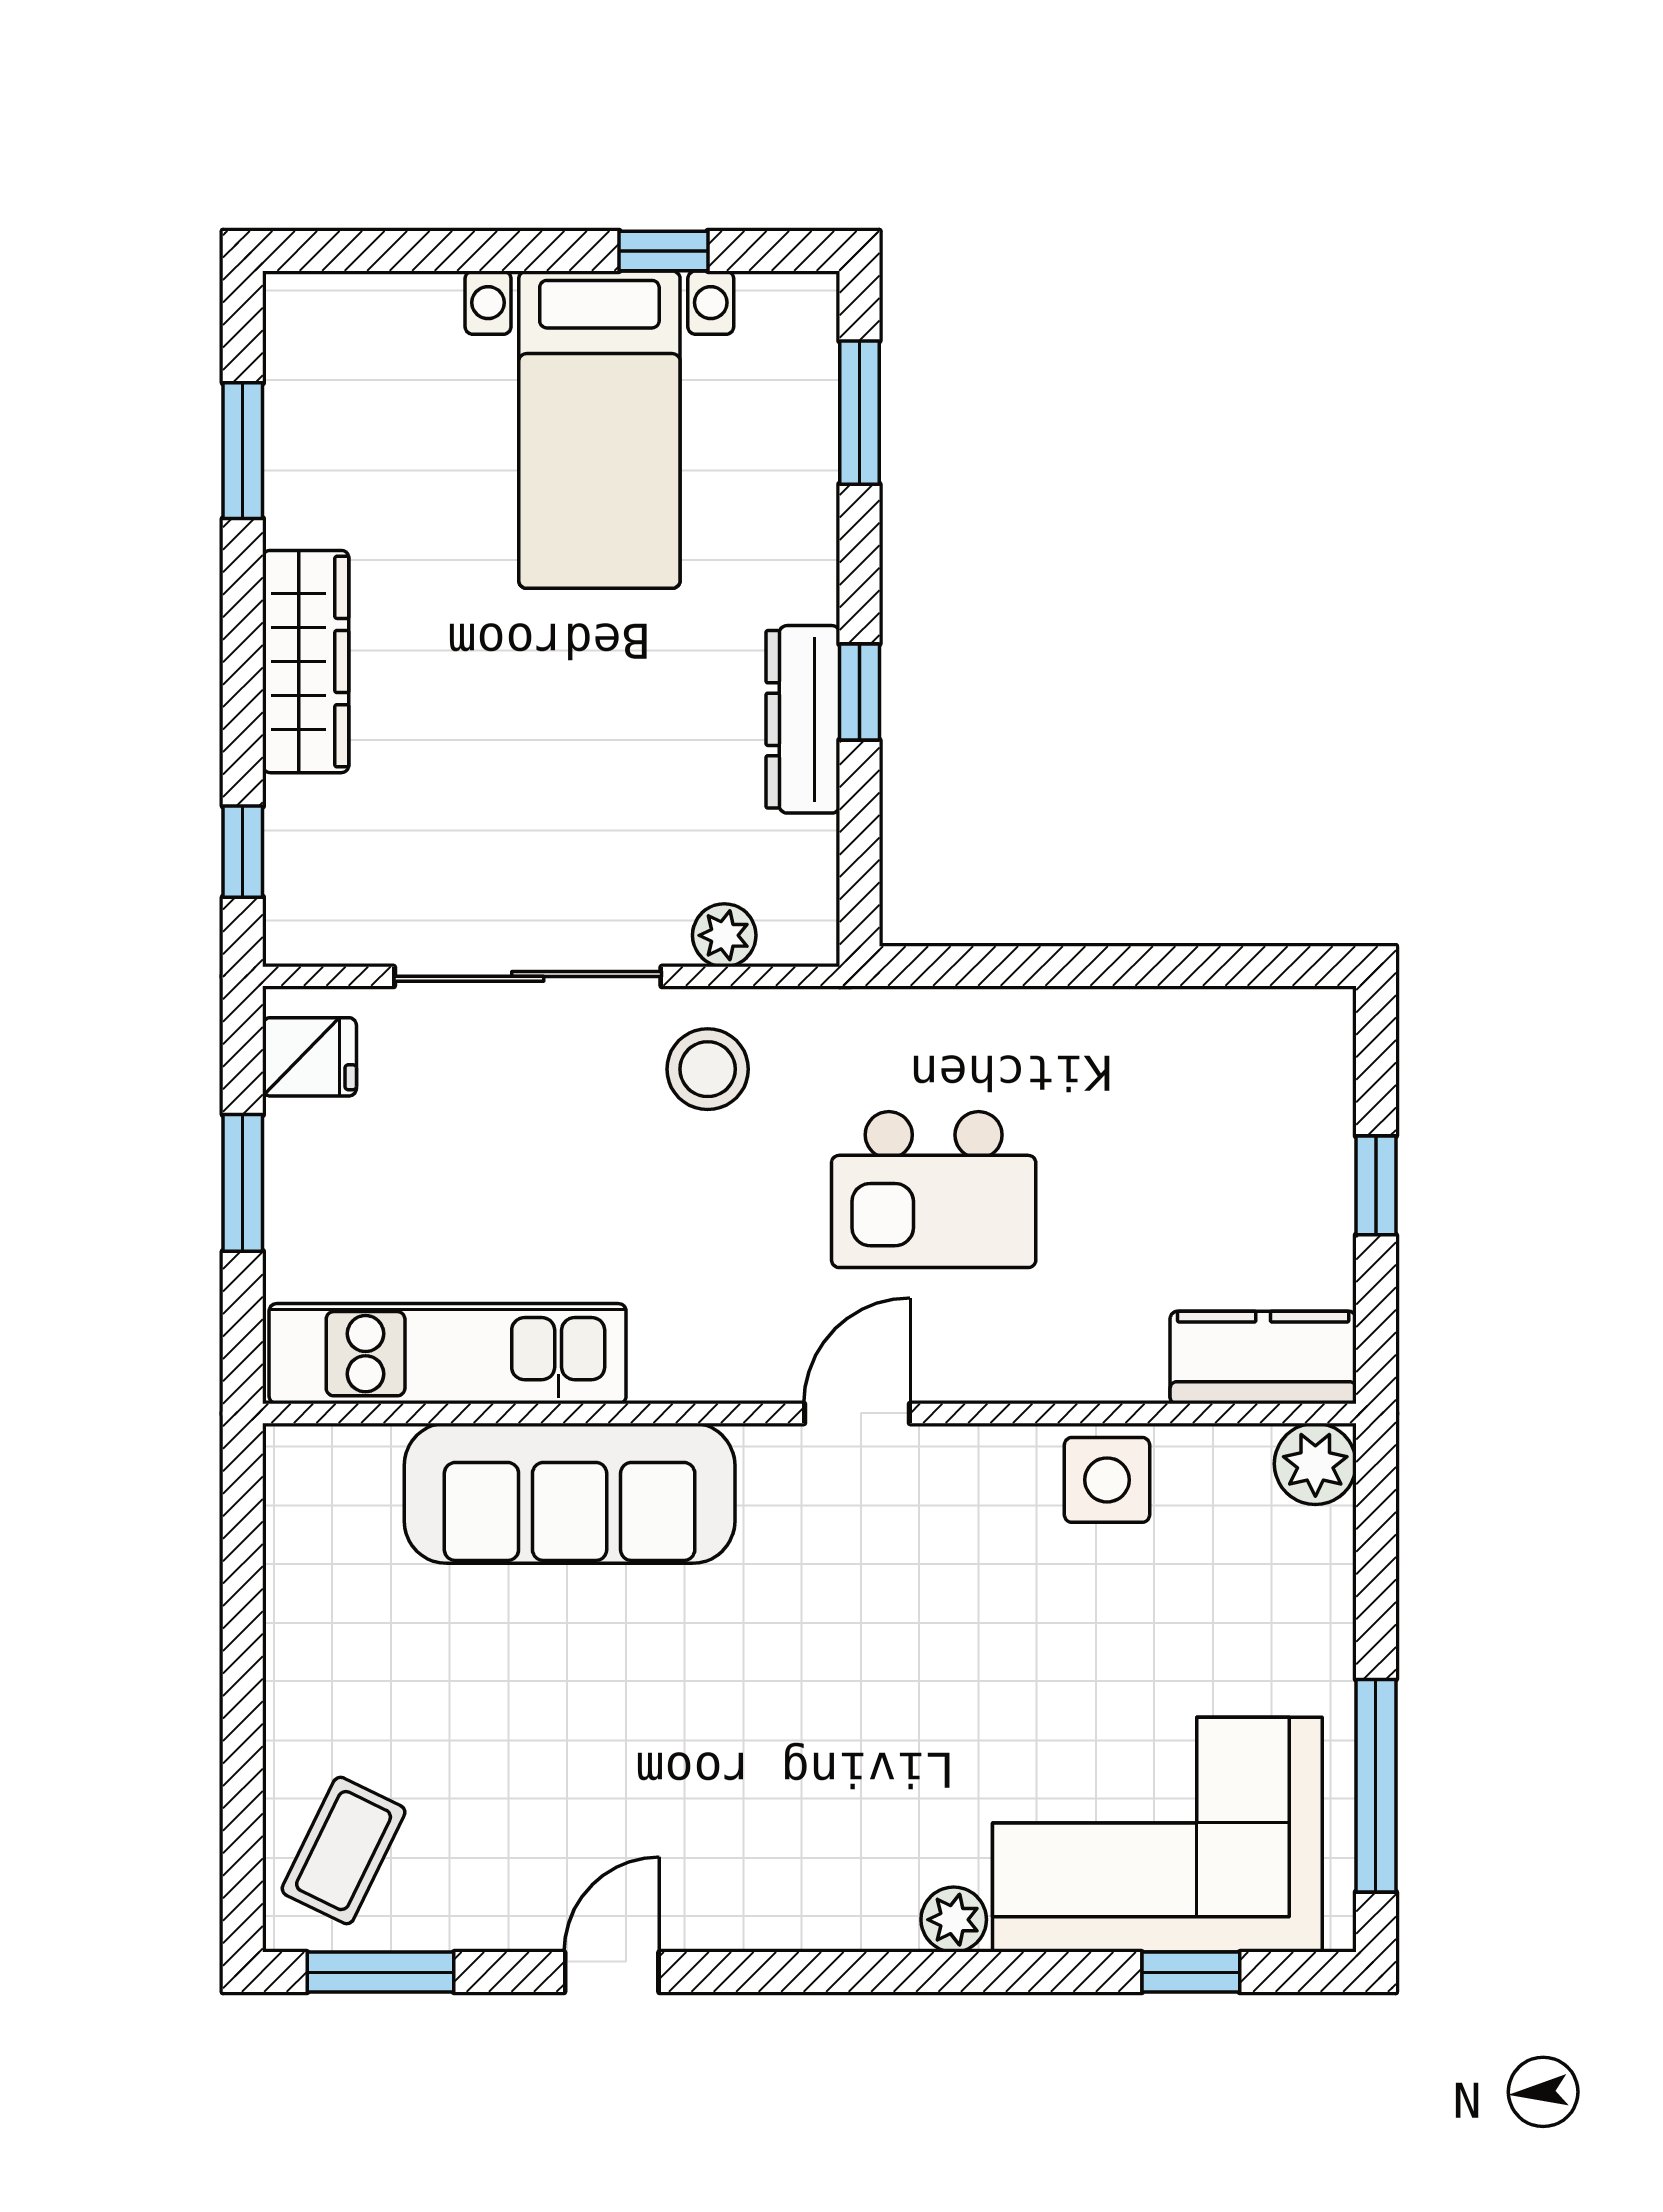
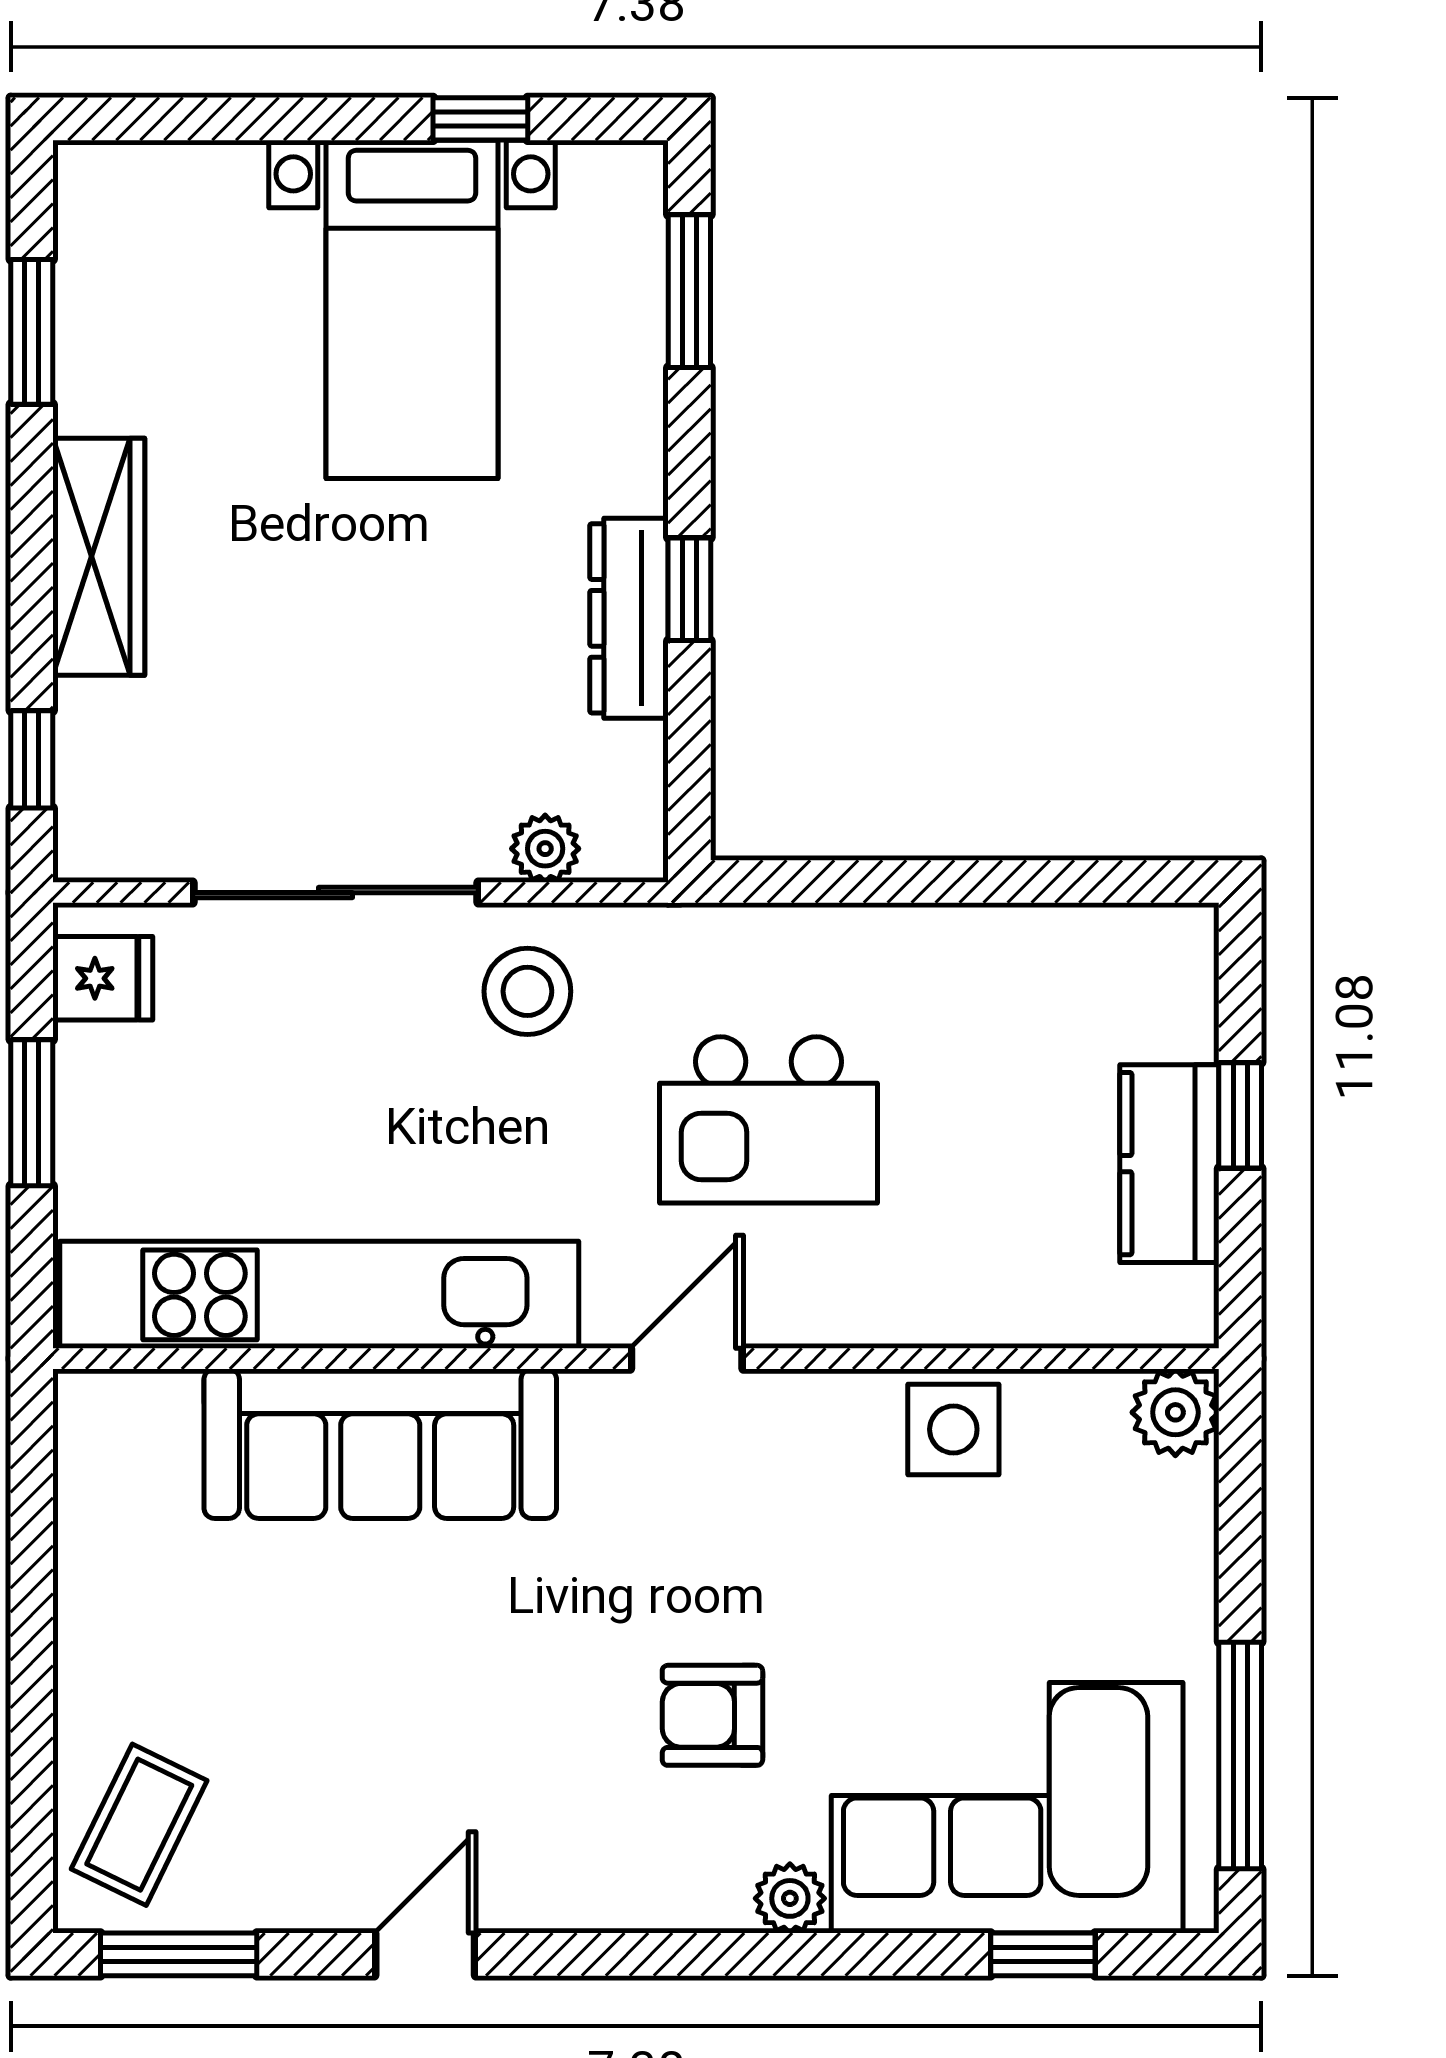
kitchen unit: (448, 1354) -> (319, 1295), width x1.36
kitchen counter: (1263, 1357) -> (1169, 1164), moved, turned -90
armchair: (881, 1748) -> (712, 1715), added

